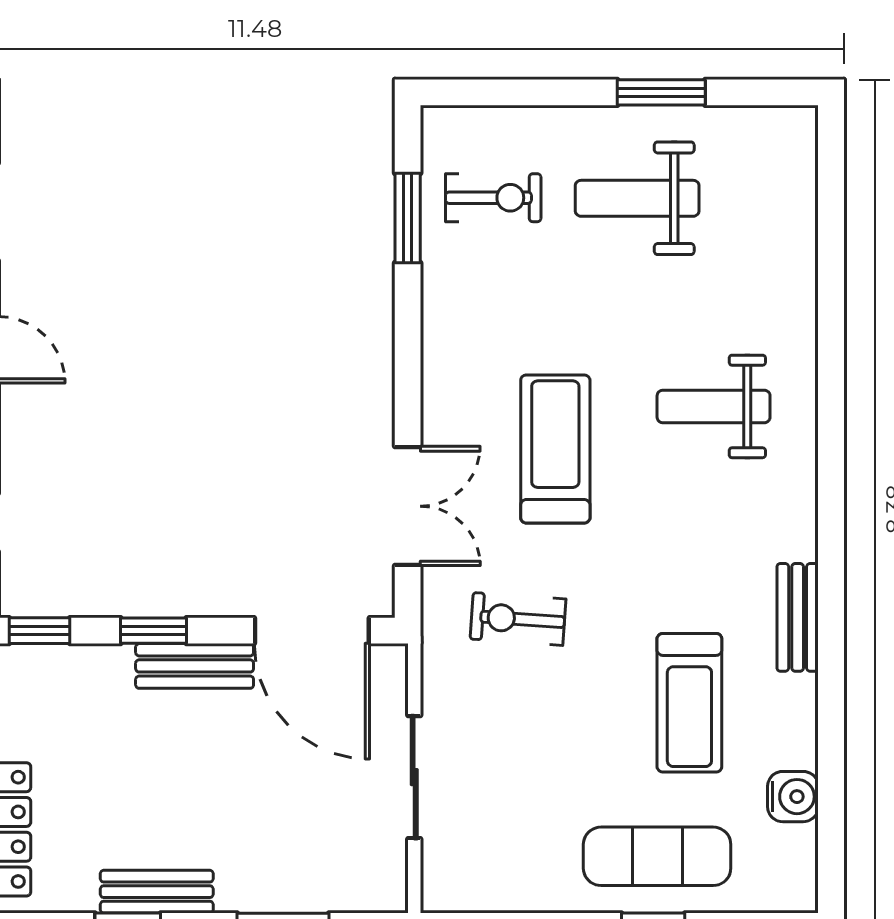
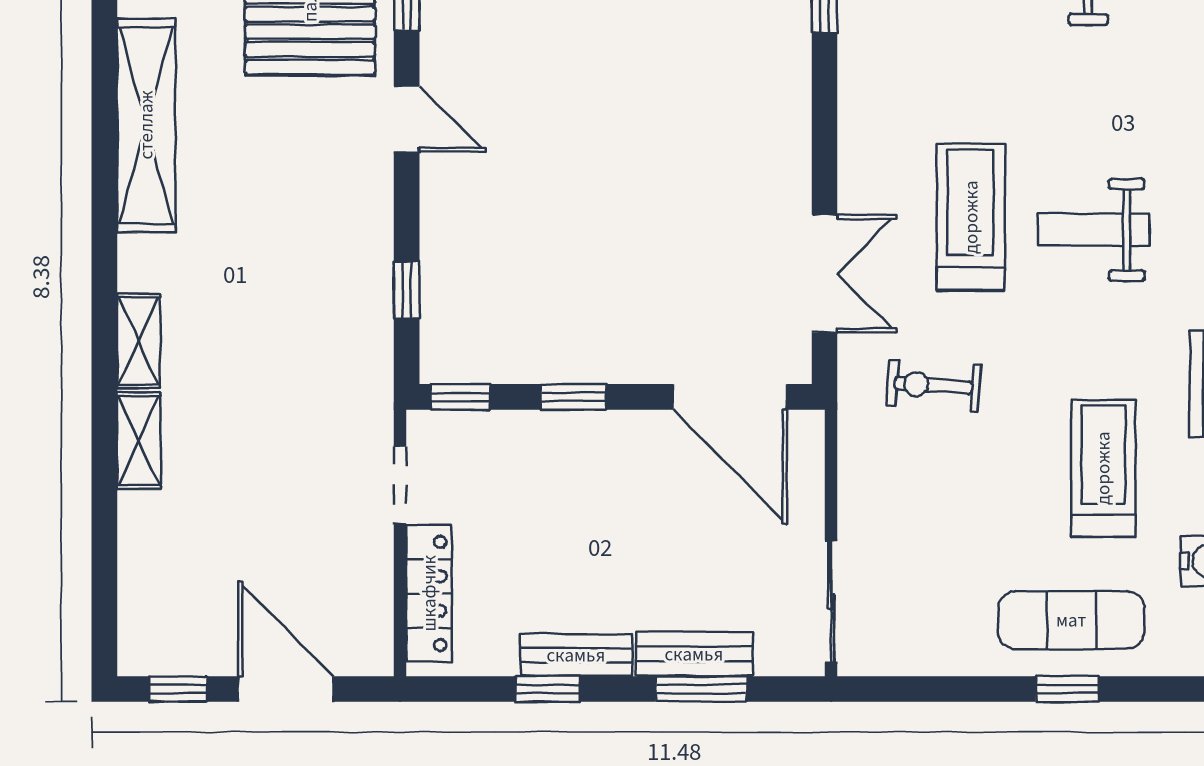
weight bench: (714, 406) -> (1093, 230), moved
bench: (195, 666) -> (694, 654), moved
treadmill: (689, 703) -> (1103, 468), turned 180
sliding door: (414, 777) -> (831, 601), moved

